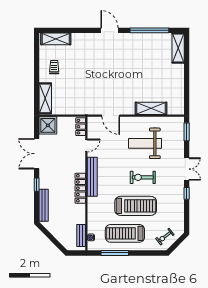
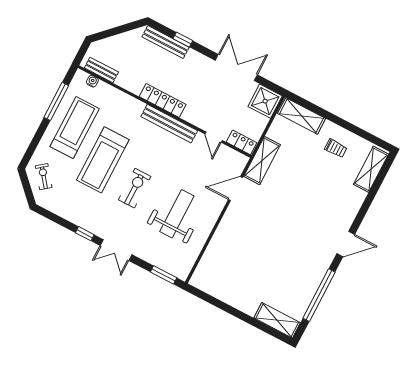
shelving: (151, 108) -> (262, 161), moved
window: (37, 185) -> (183, 40), moved

